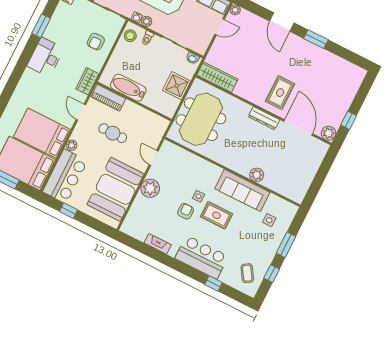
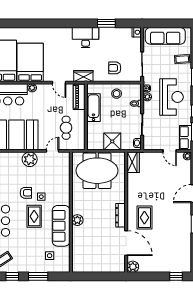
stool: (130, 36) -> (117, 94), moved
wardrobe: (217, 77) -> (133, 162), width x0.67
rug: (280, 93) -> (144, 218), turned 90
door: (81, 112) -> (59, 83), swing flipped
window: (349, 120) -> (176, 276), moved
door: (298, 128) -> (126, 243), hinge flipped
cafe table: (113, 133) -> (66, 128), moved
plant: (257, 175) -> (77, 220), moved

